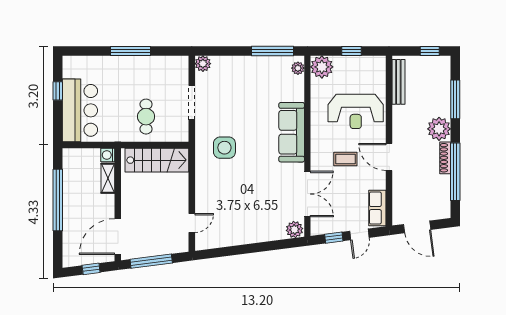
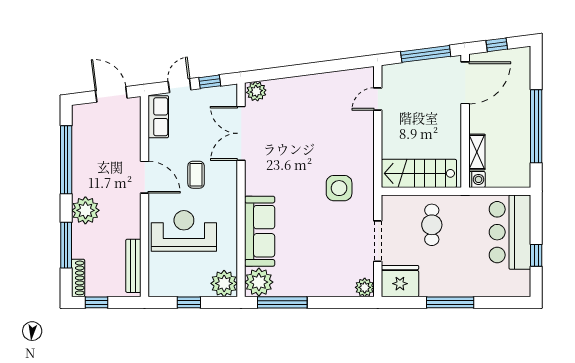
plant: (298, 68) -> (259, 282), width x1.87, depth x1.87
fridge: (173, 69) -> (400, 281), added
sofa: (292, 132) -> (260, 231), moved
shoe rack: (445, 158) -> (78, 278), moved
coffee table: (345, 159) -> (196, 175), turned 90

